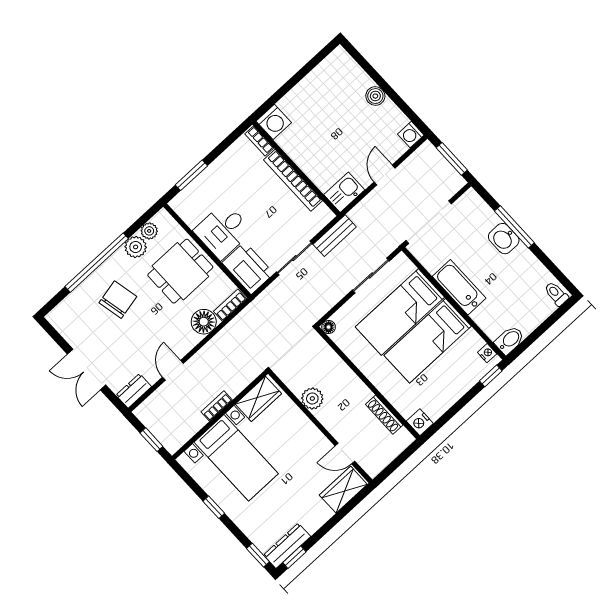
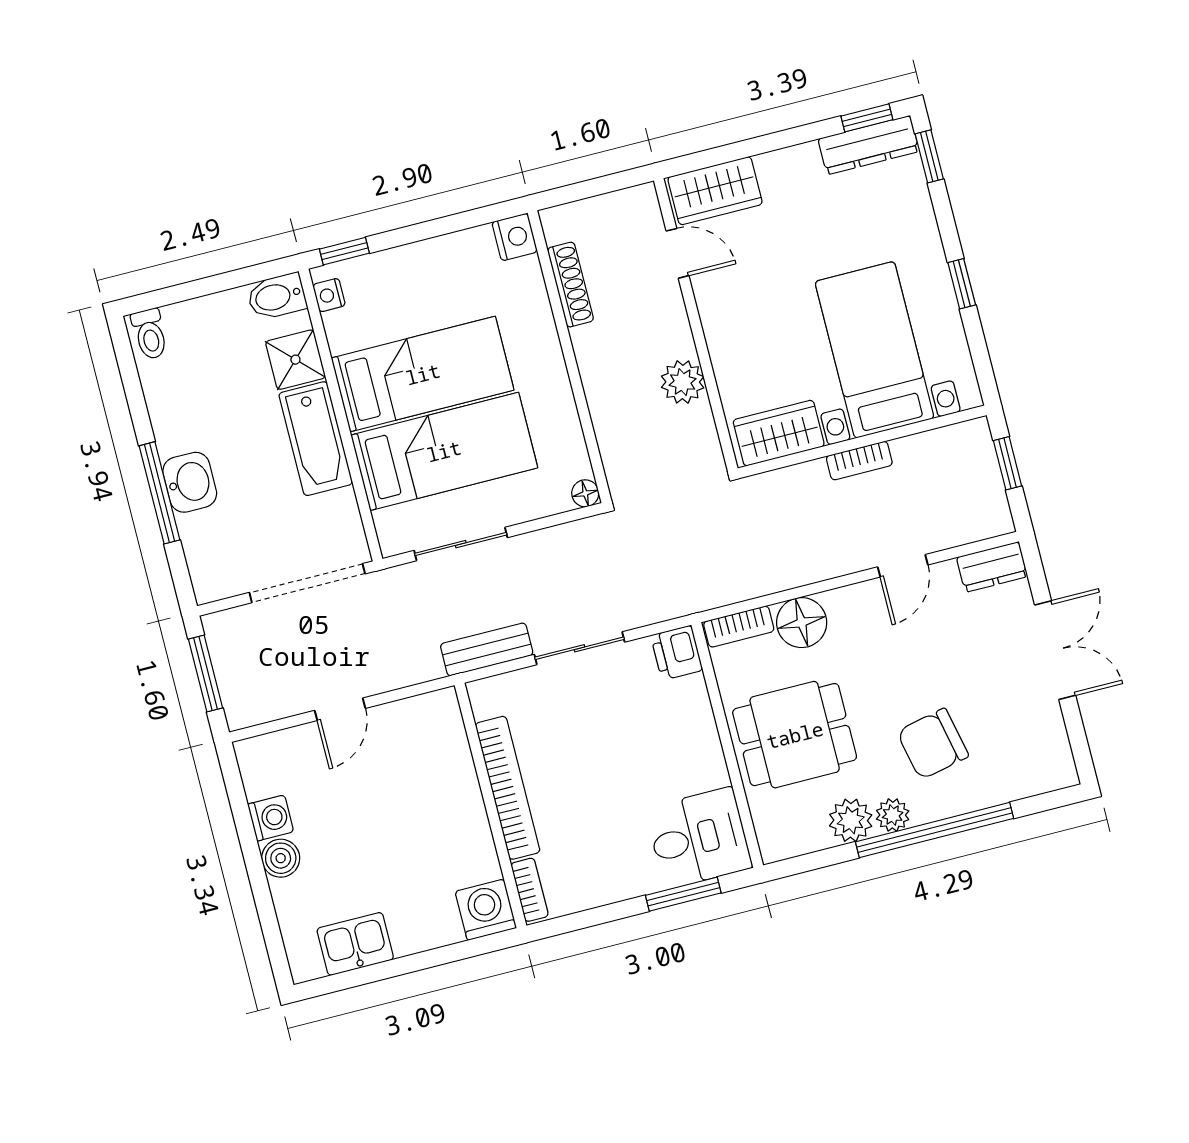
washing machine: (411, 135) -> (271, 818), moved
kitchen sink: (344, 192) -> (355, 944), moved, turned 180
plant: (149, 231) -> (893, 815), moved
desk: (223, 231) -> (699, 838), moved
printer: (248, 268) -> (677, 653), width x0.53, depth x0.68
shower: (486, 317) -> (295, 360), added

